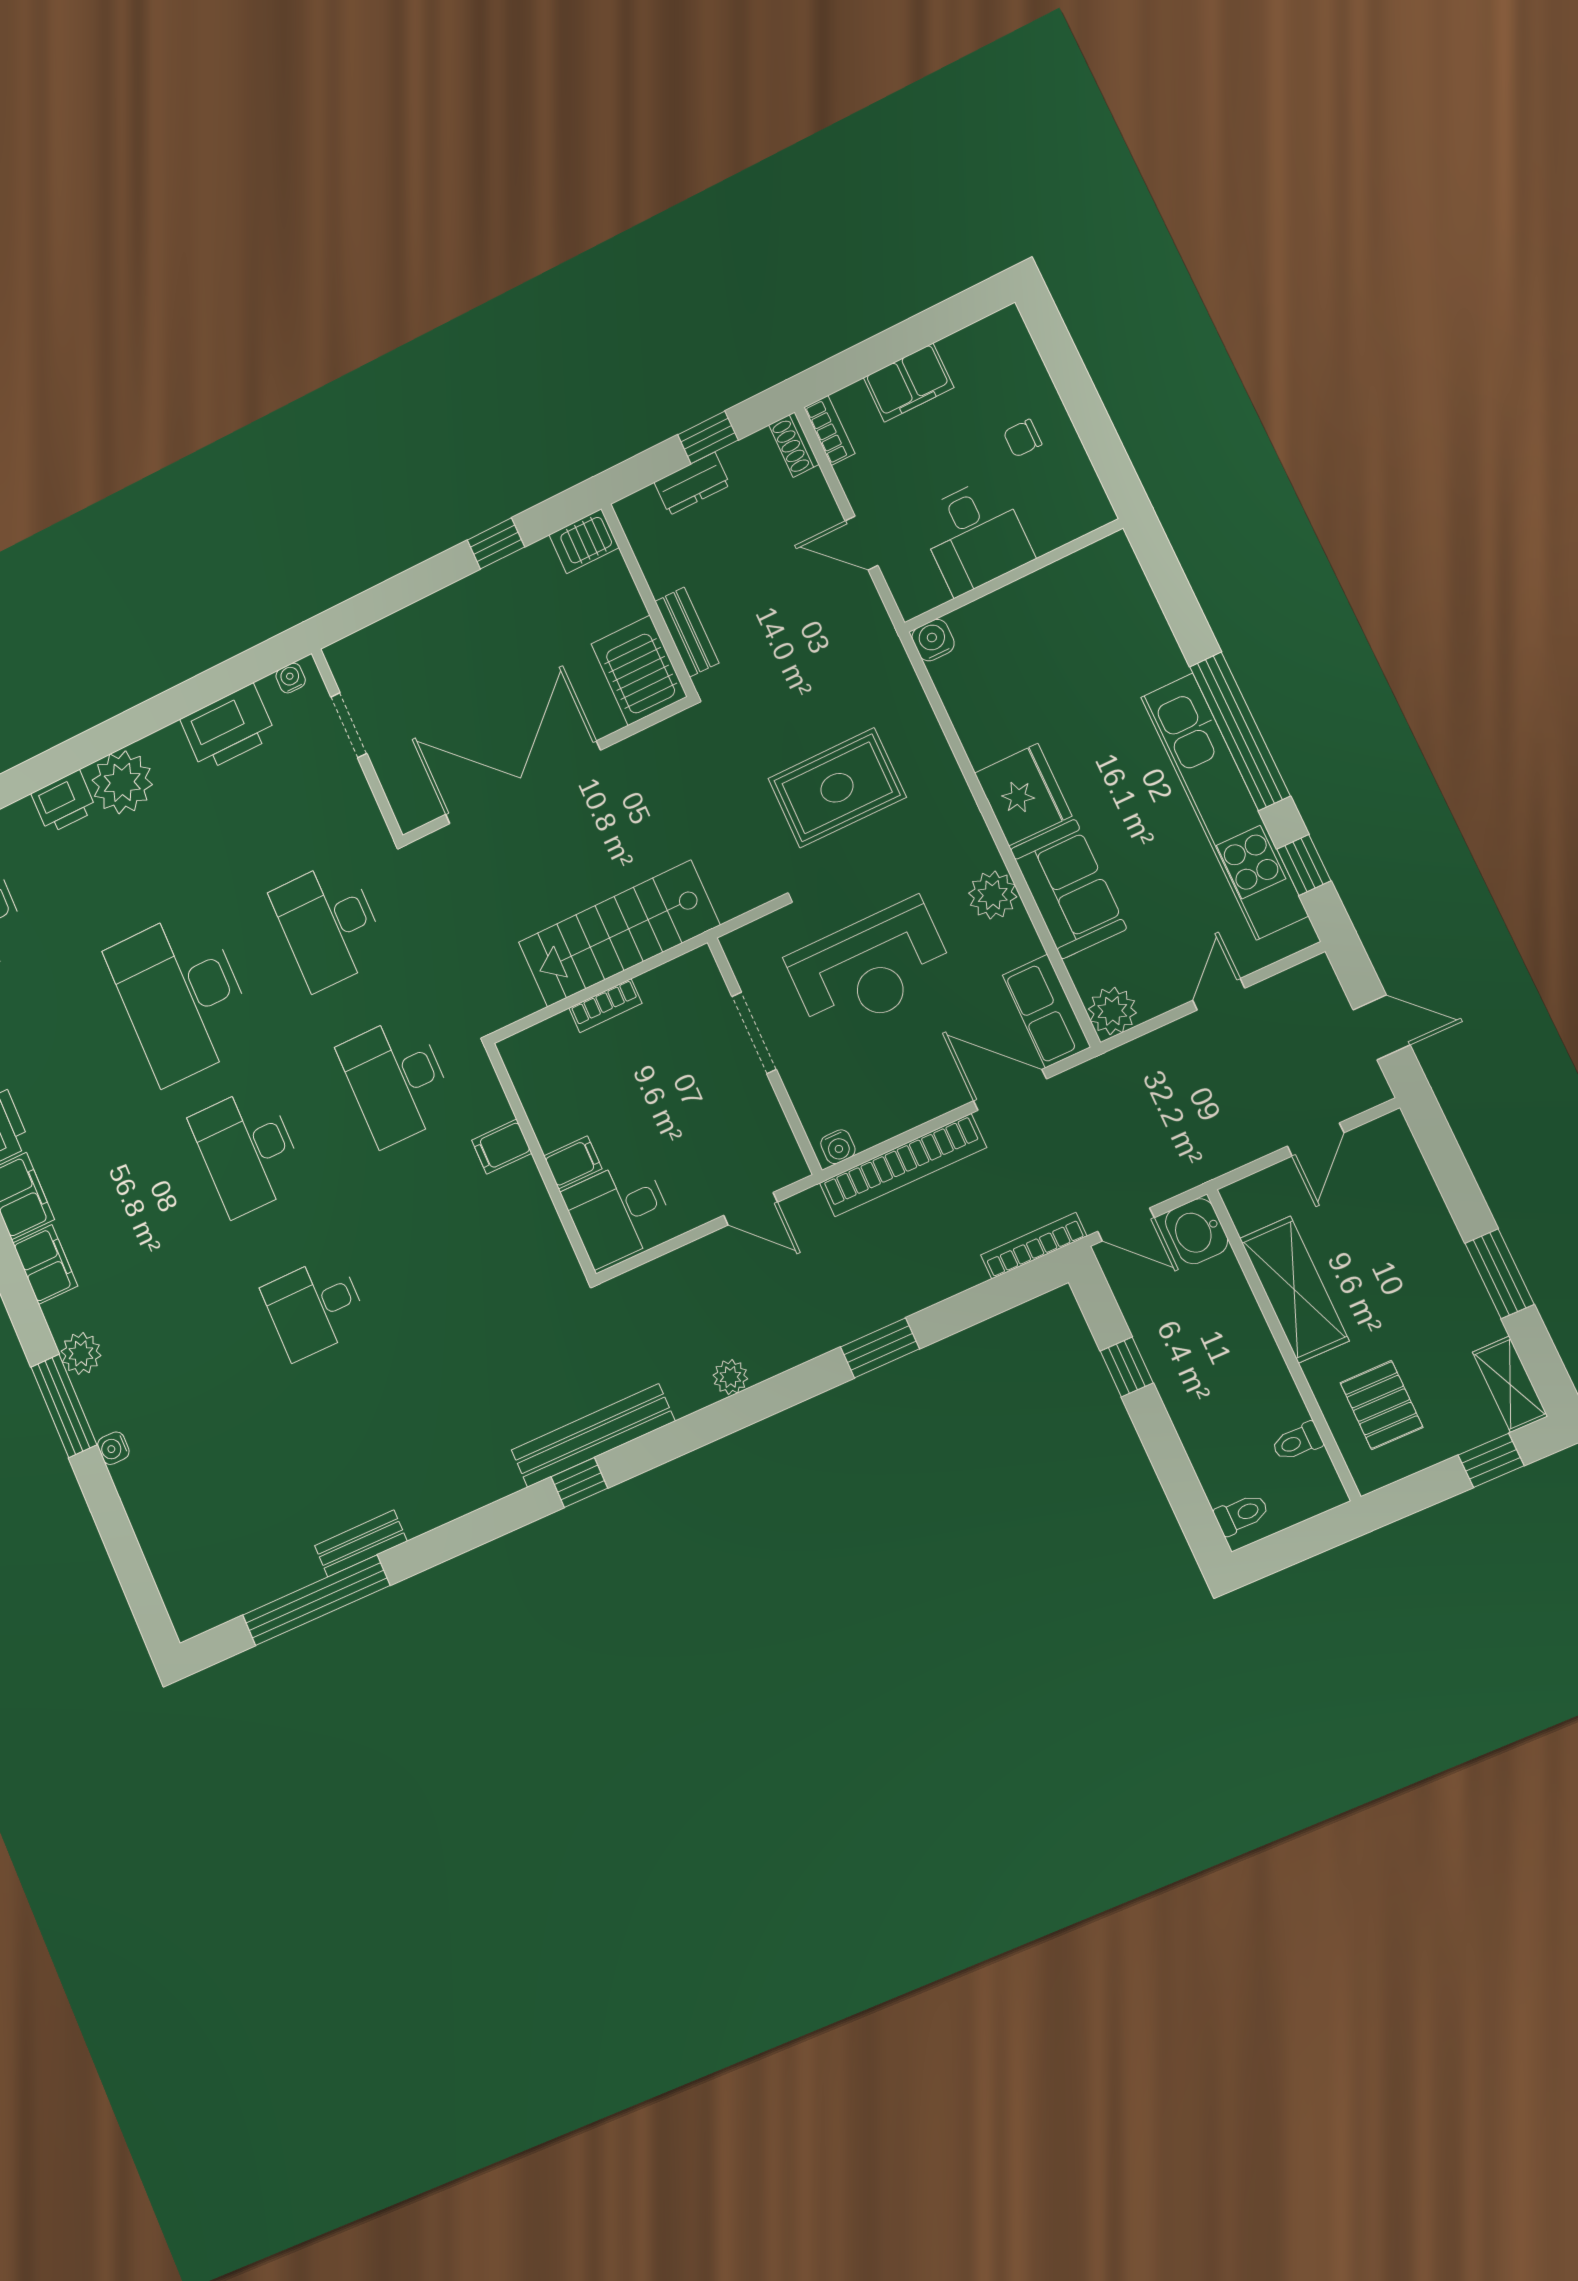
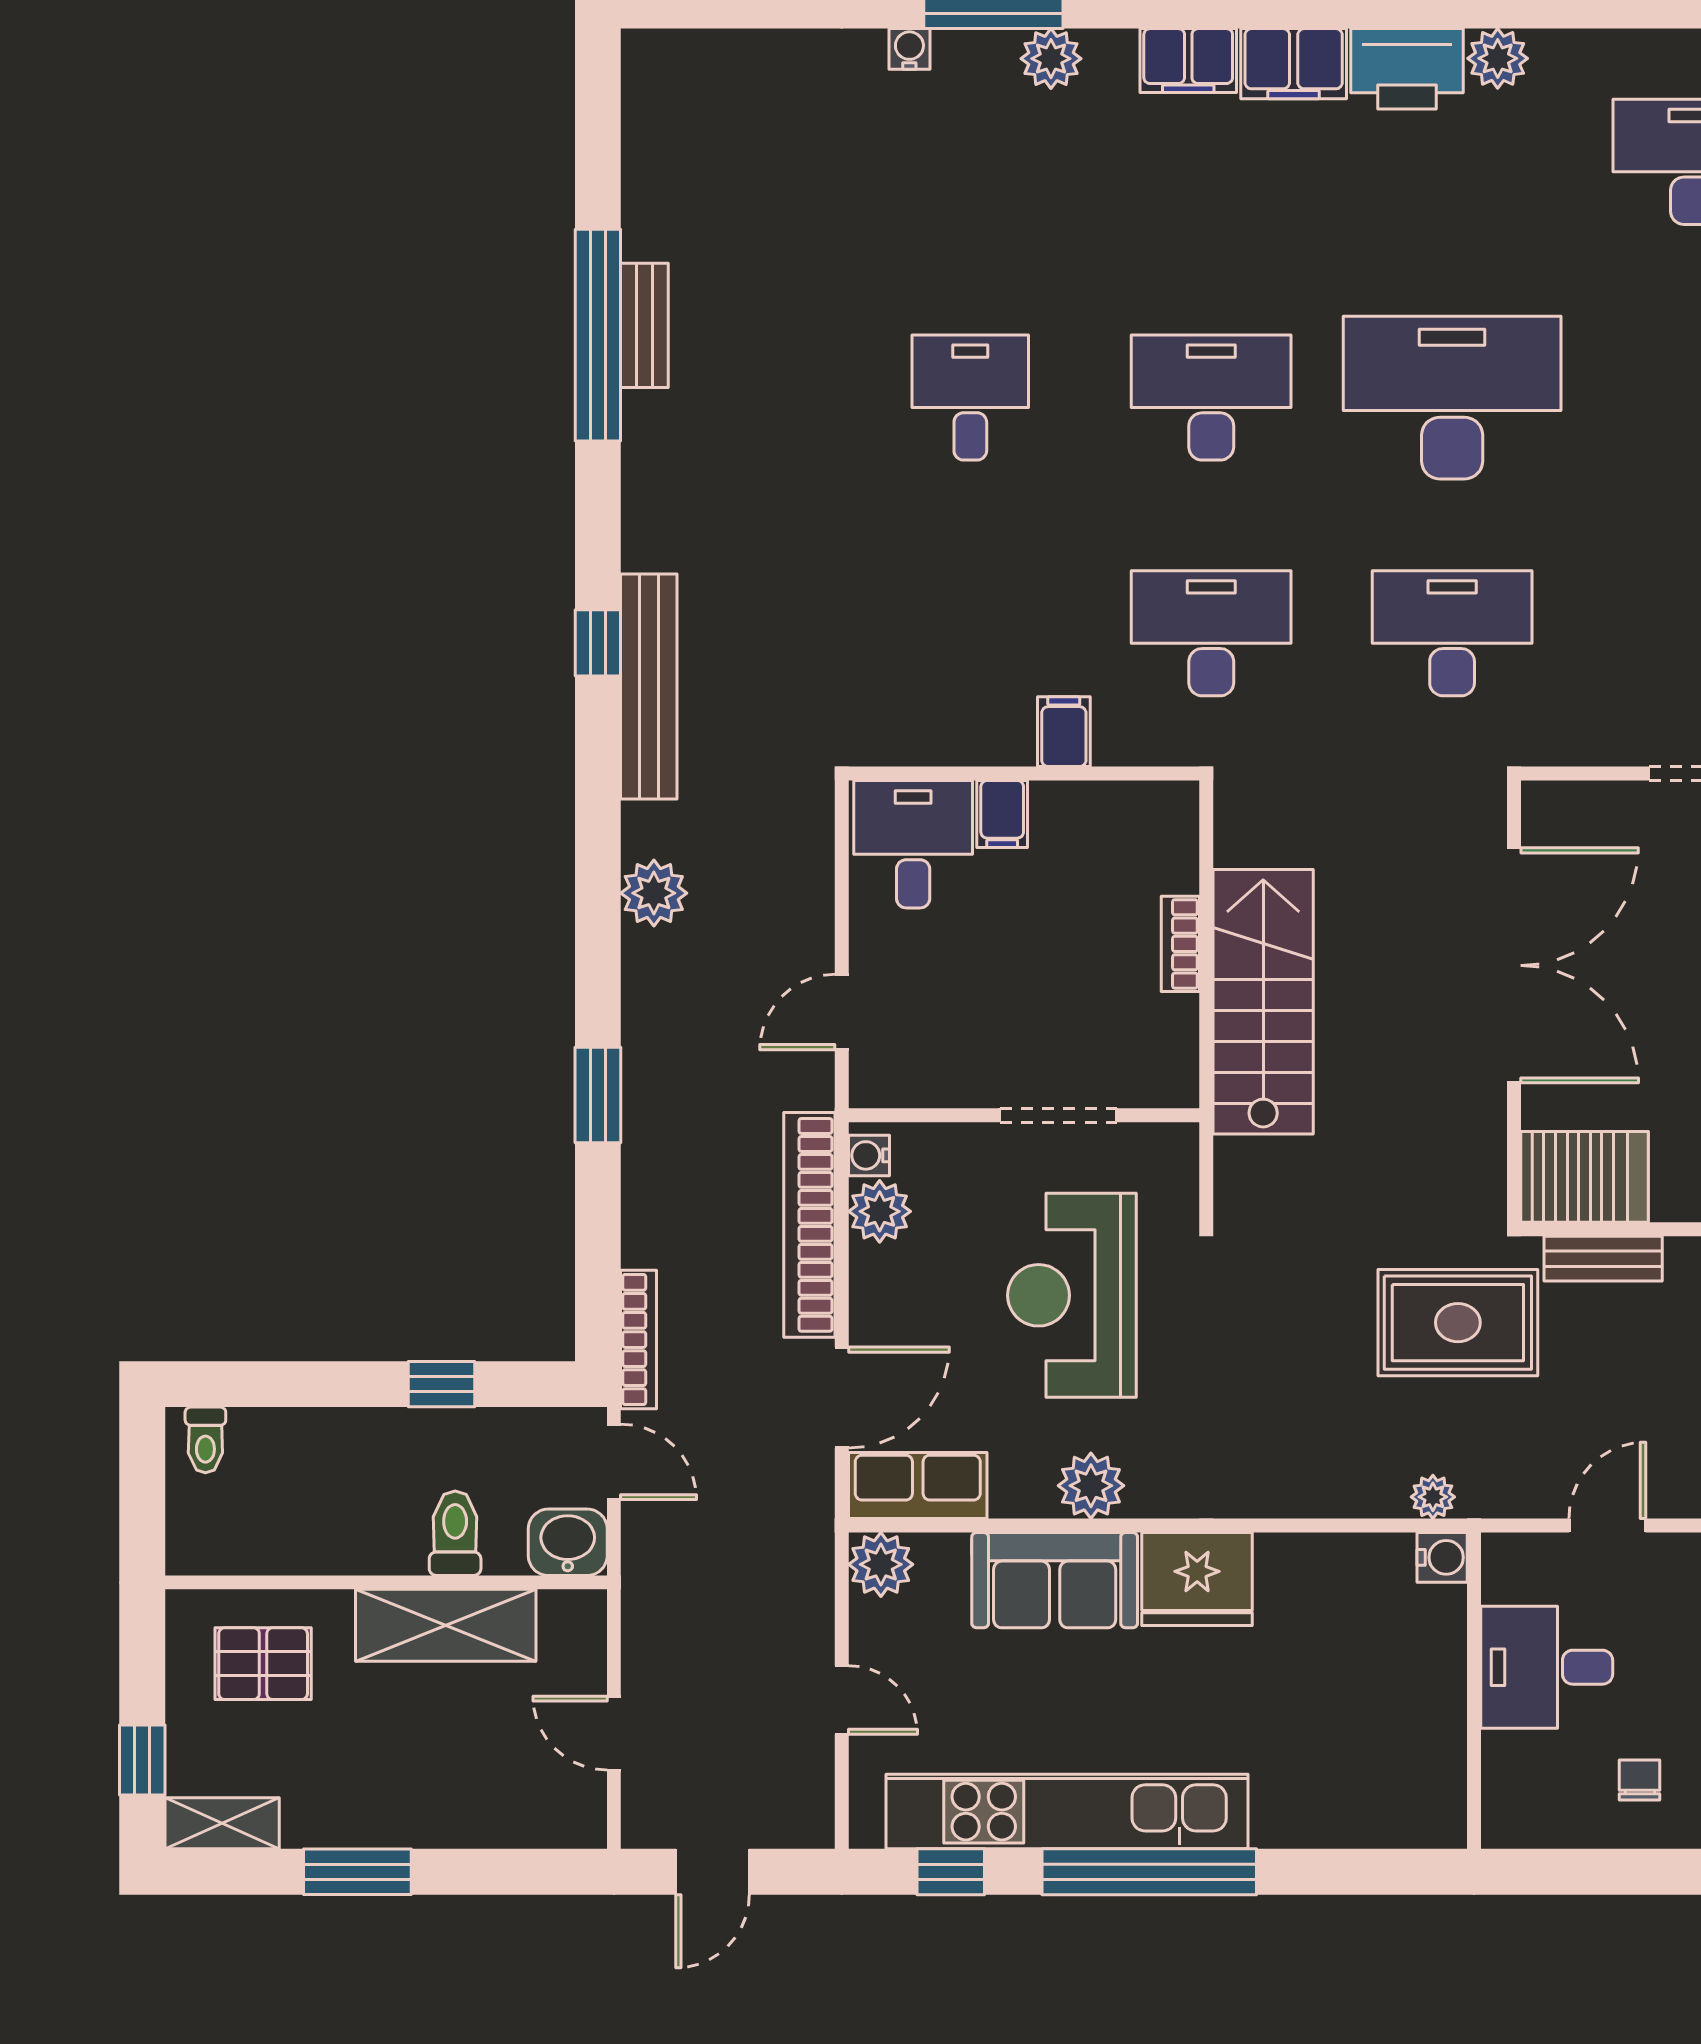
plant: (895, 666) -> (1433, 1497), added
rug: (837, 788) -> (1458, 1323), moved, turned 90
plant: (872, 1122) -> (880, 1211), added
door: (1126, 1225) -> (614, 1462), swing flipped
plant: (730, 1377) -> (654, 893), width x1.38, depth x1.38
toilet: (1297, 1442) -> (455, 1533), moved, width x1.37, depth x1.39
window: (316, 1600) -> (598, 335), moved

